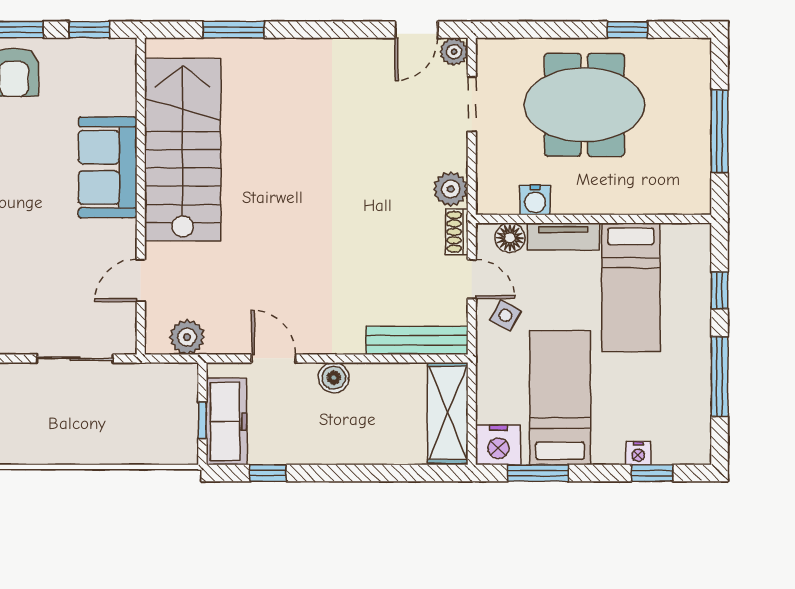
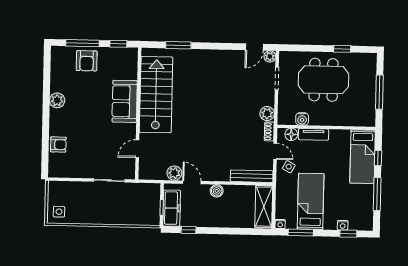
bed: (631, 287) -> (363, 157), moved
plant: (187, 337) -> (174, 173), moved
nightstand: (498, 445) -> (280, 224), width x0.53, depth x0.56

